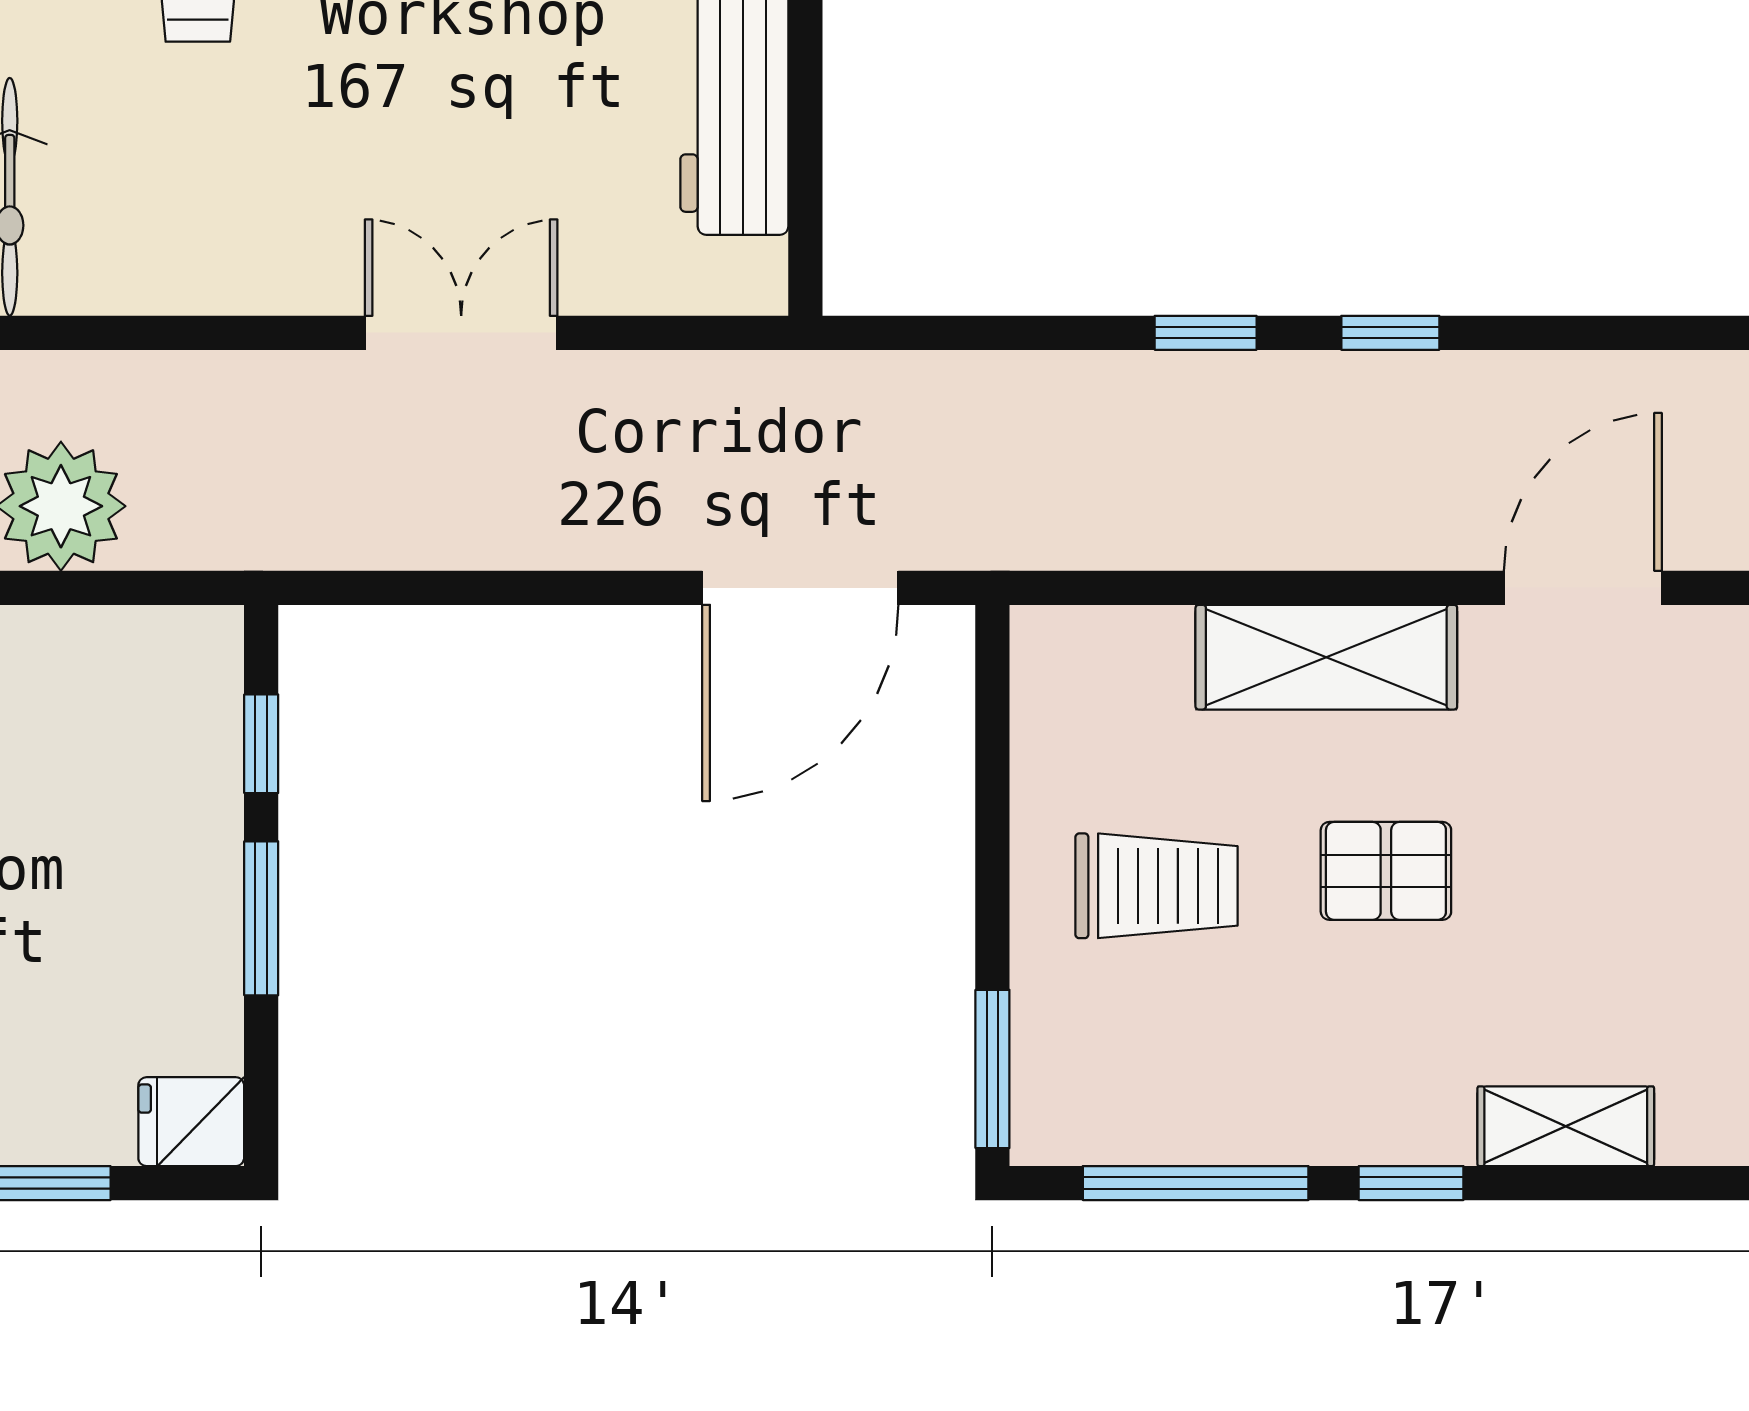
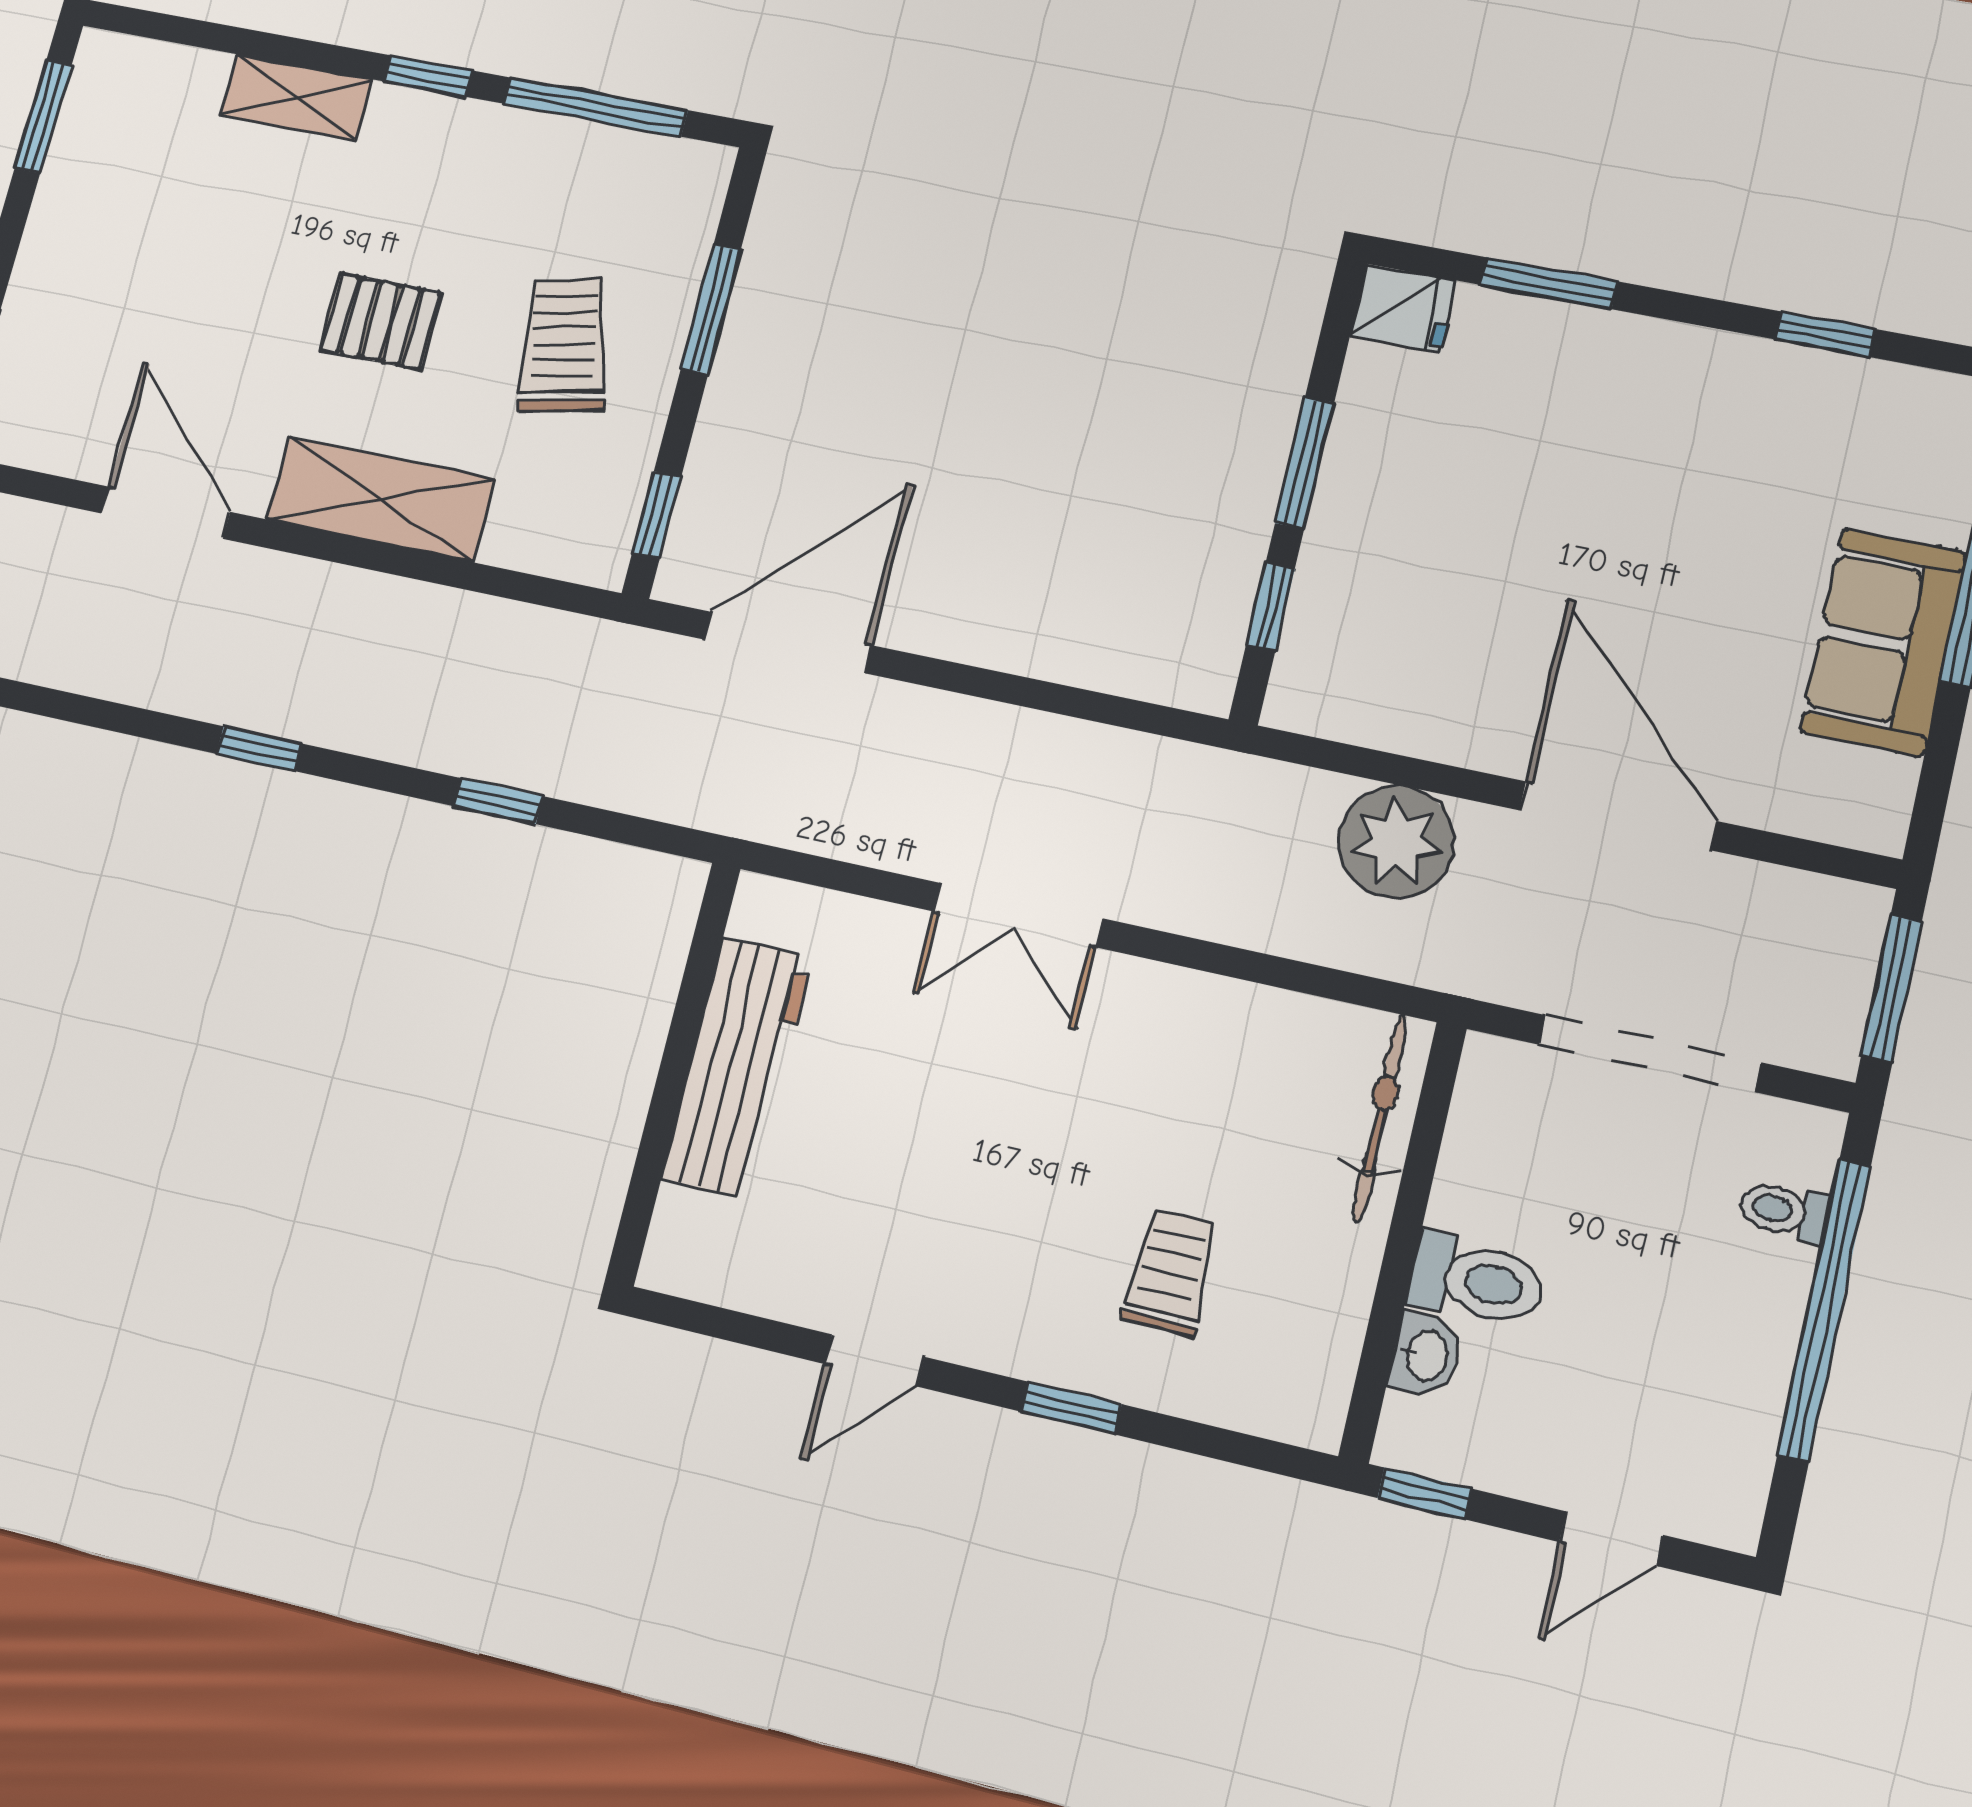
window: (1206, 333) -> (498, 801), moved
door: (1583, 588) -> (165, 513), swing flipped
window: (992, 705) -> (657, 515), added
trolley: (1156, 886) -> (564, 345), turned 78
window: (992, 1069) -> (711, 309), moved

